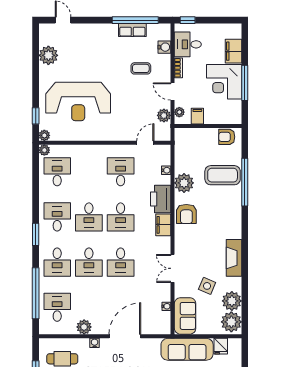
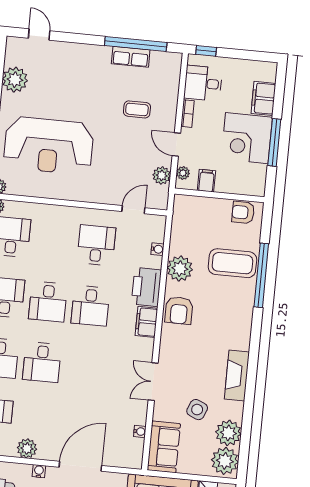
water cooler: (164, 47) -> (171, 84), removed
desk: (121, 262) -> (84, 366), removed

